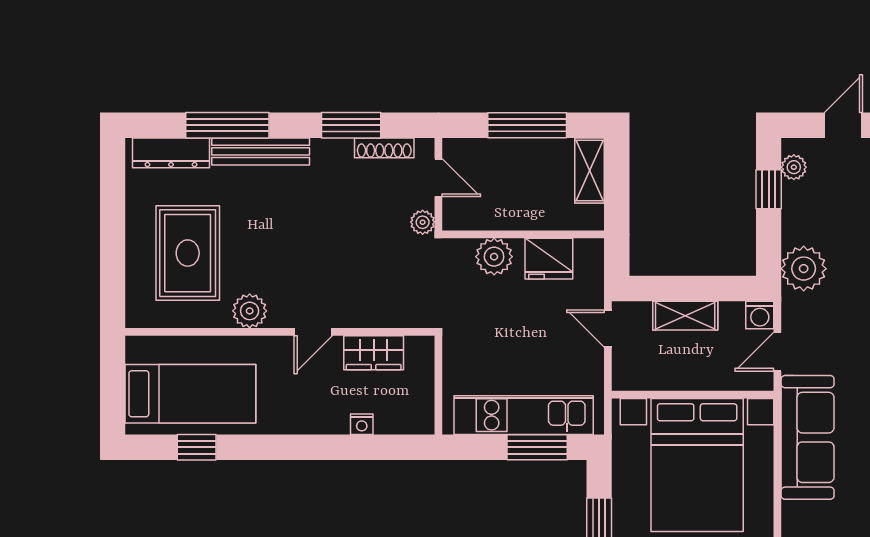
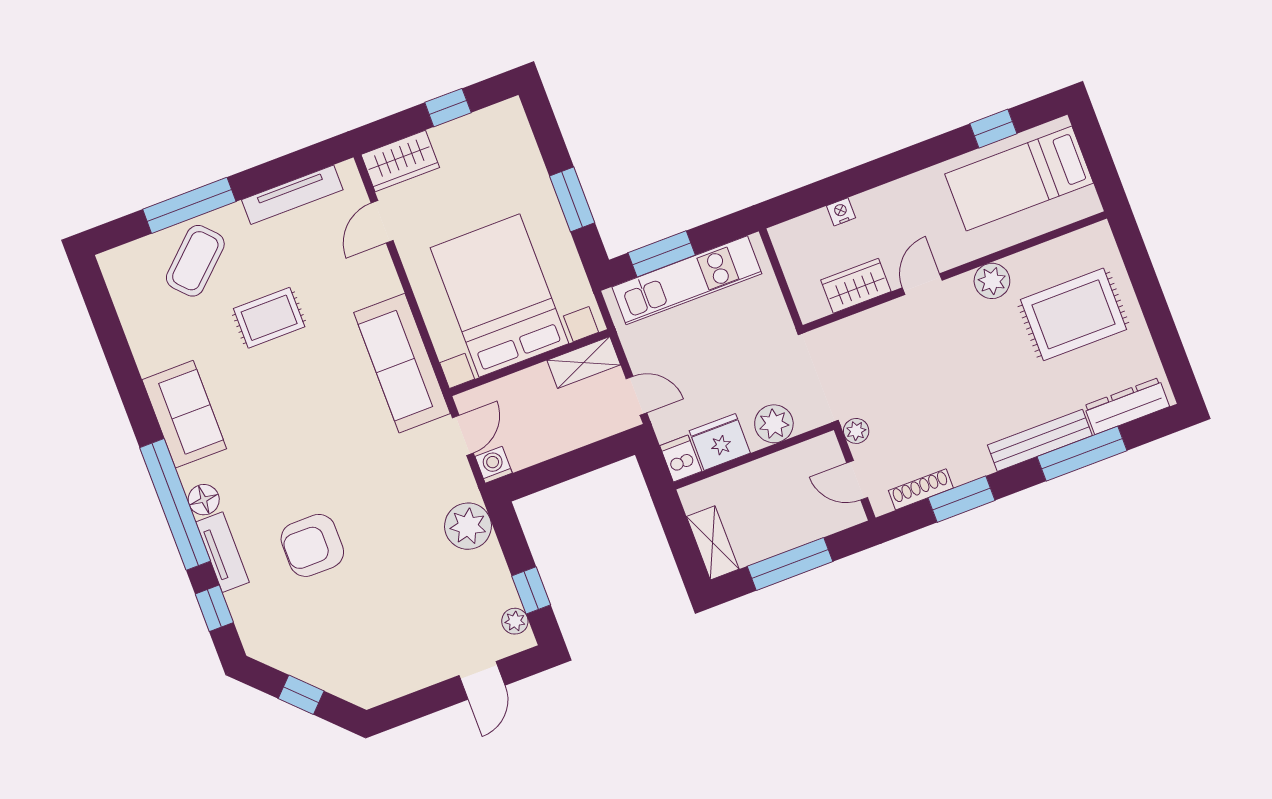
rug: (188, 253) -> (1074, 314), turned 90
dishwasher: (590, 257) -> (681, 459), added
shelving: (685, 316) -> (584, 363), moved

